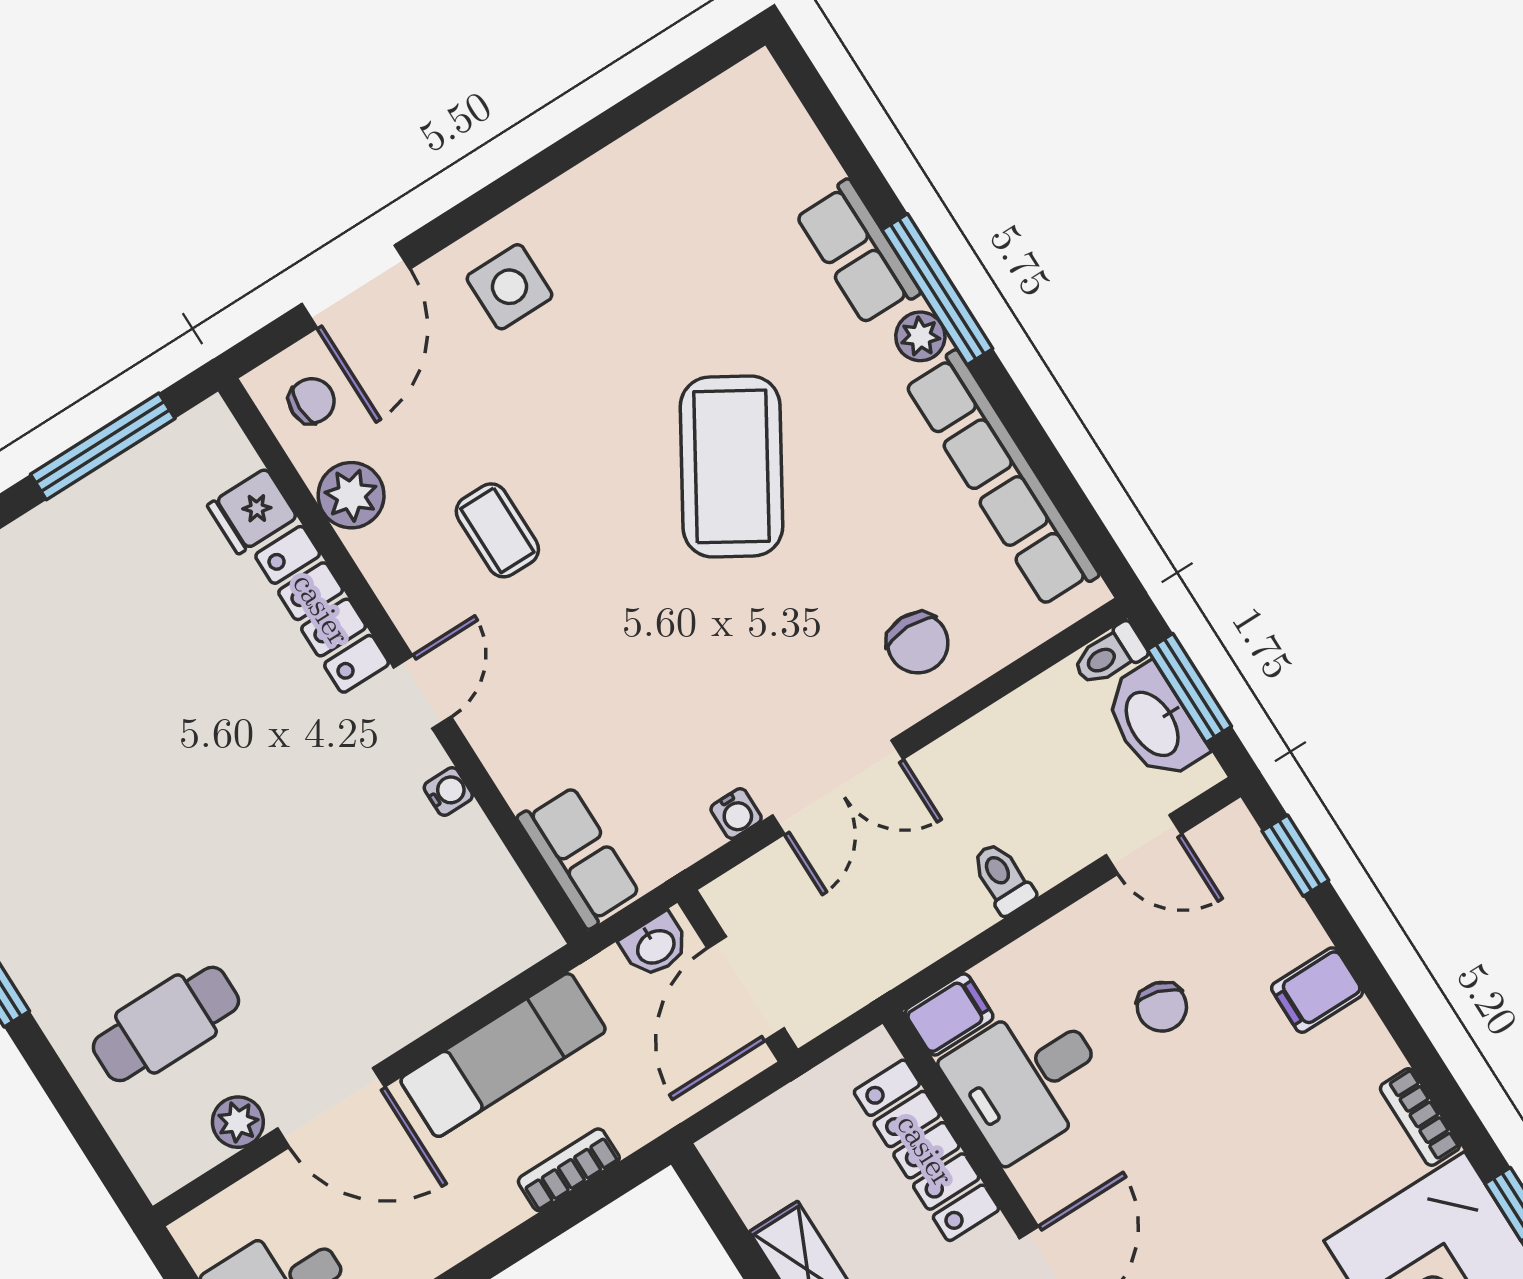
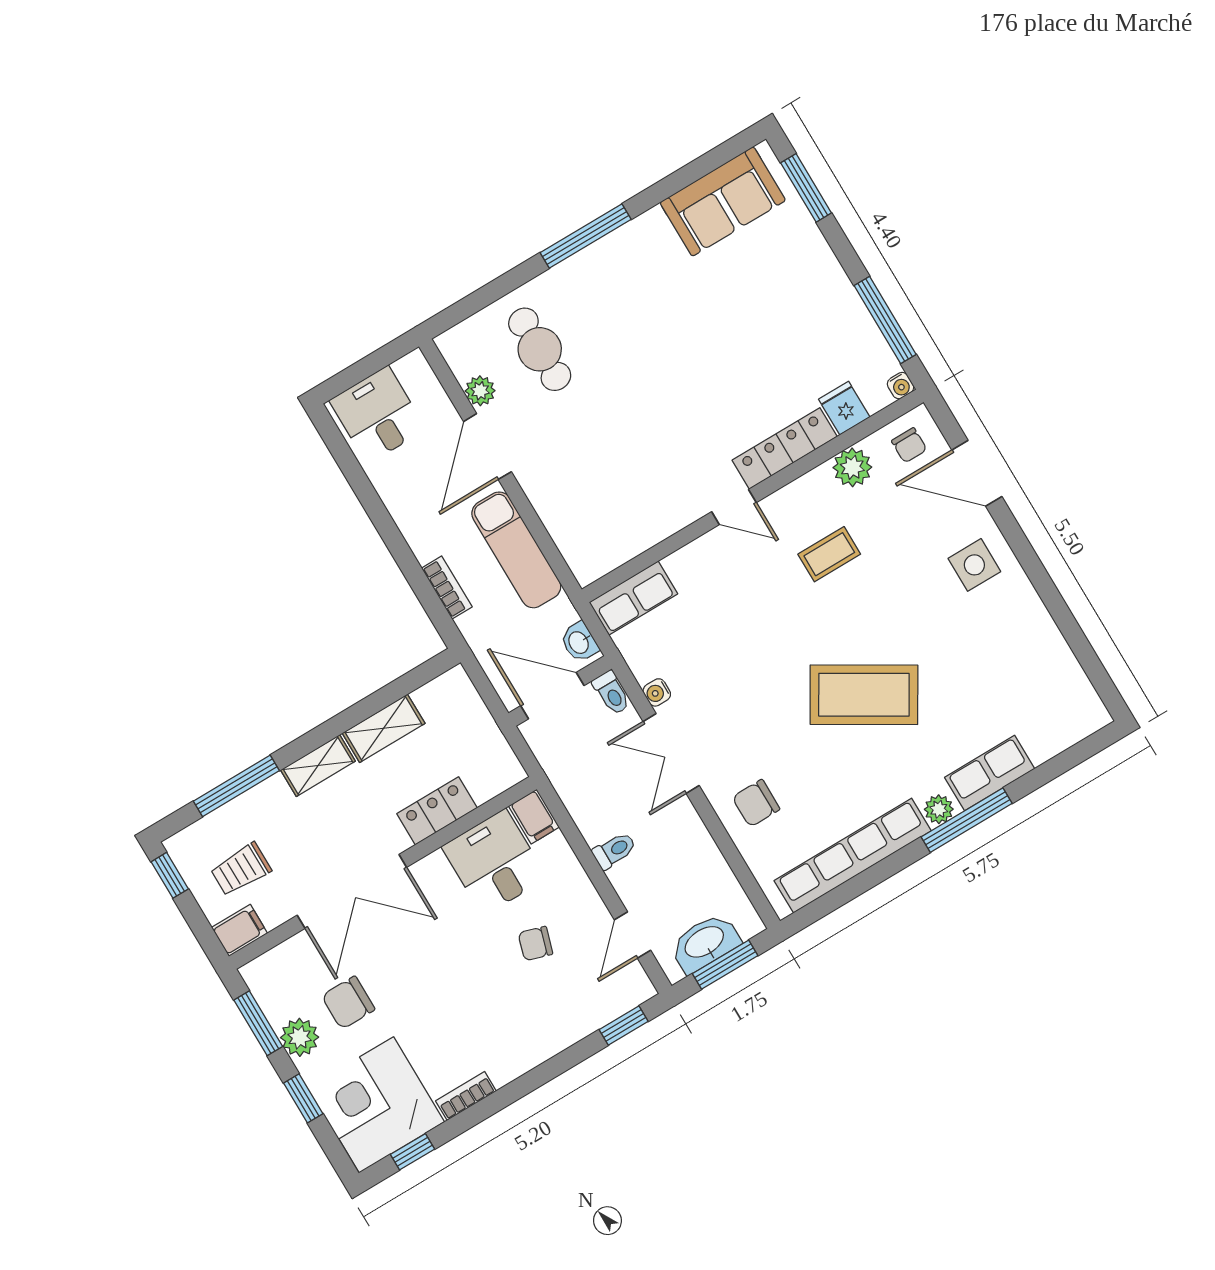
toilet: (1110, 655) -> (612, 693), moved, turned 180
water cooler: (448, 792) -> (901, 386), moved
filing cabinet: (1317, 990) -> (543, 1036), removed
locker: (926, 1150) -> (437, 811), width x0.66

